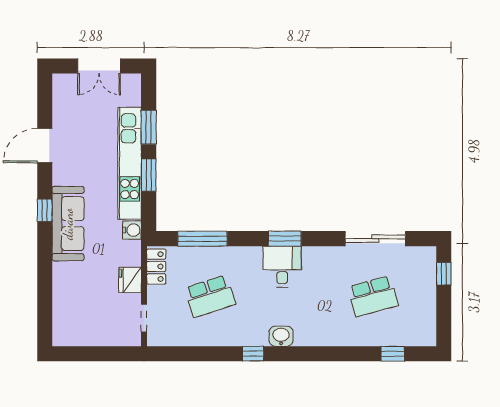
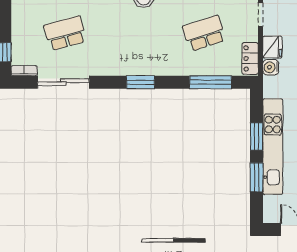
water cooler: (132, 230) -> (271, 67), moved
bookcase: (421, 252) -> (24, 71), added
desk: (282, 267) -> (143, 58), removed

